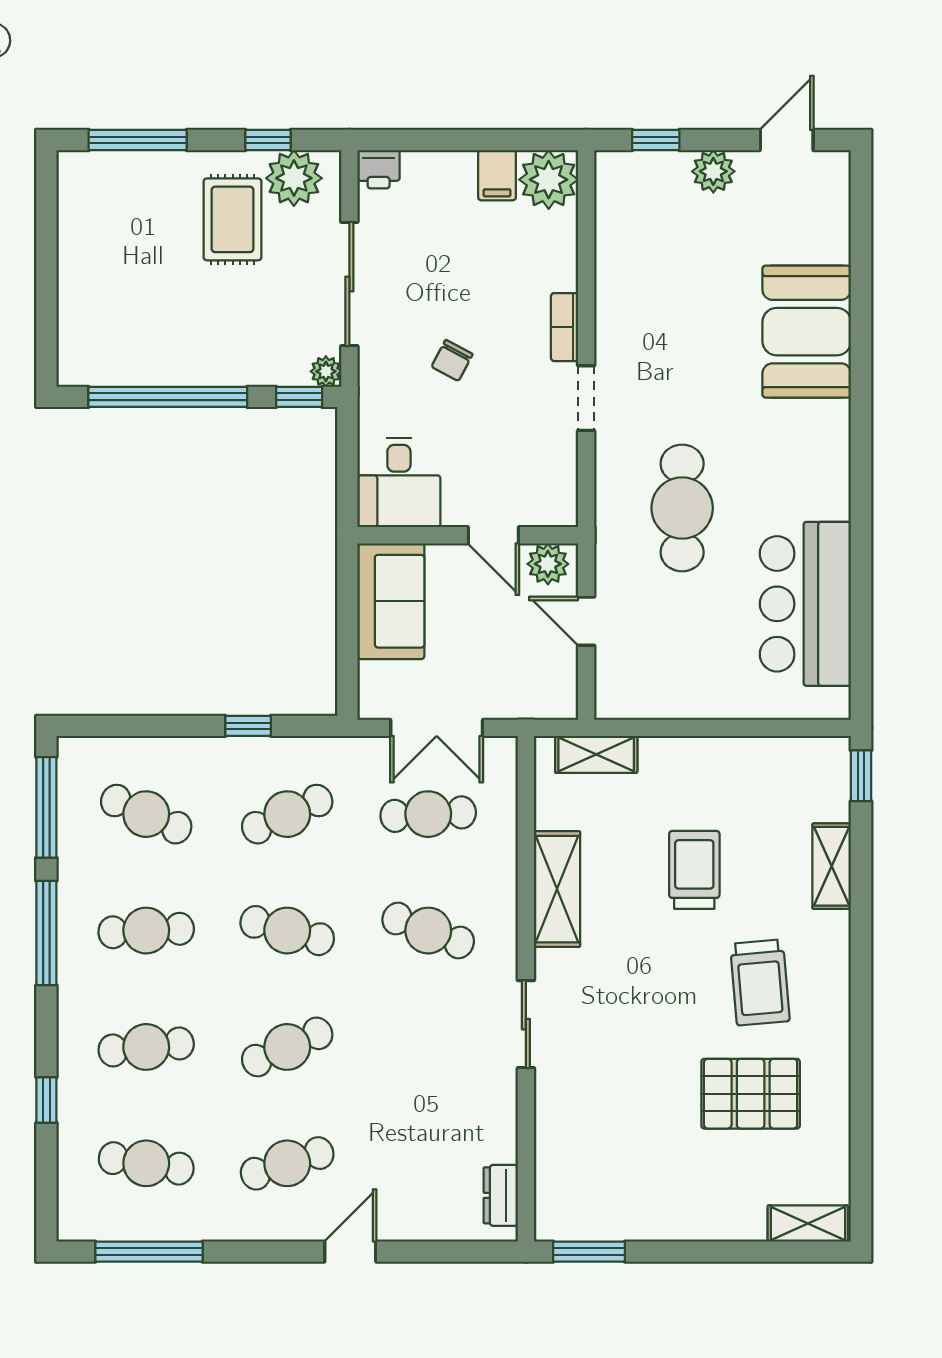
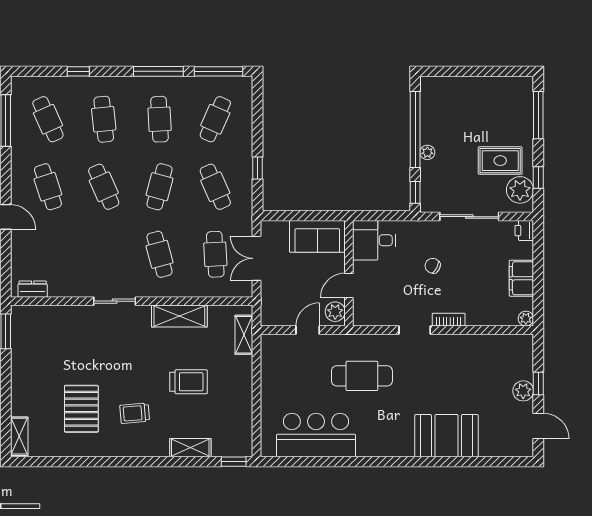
window: (656, 140) -> (538, 383), moved
filing cabinet: (497, 175) -> (521, 278), width x2.00
plant: (549, 180) -> (526, 319), width x0.53, depth x0.53
plant: (326, 371) -> (427, 152), moved
cafe table: (428, 931) -> (160, 254), turned -36
trolley: (760, 982) -> (135, 413), width x0.73, depth x0.72
cafe table: (146, 1163) -> (48, 119), turned -33

